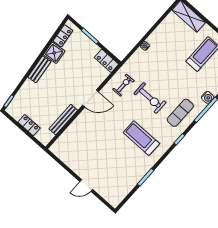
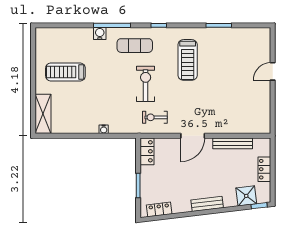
shower: (54, 53) -> (246, 196), moved
door: (91, 99) -> (193, 136), swing flipped
door: (86, 185) -> (273, 71), swing flipped

